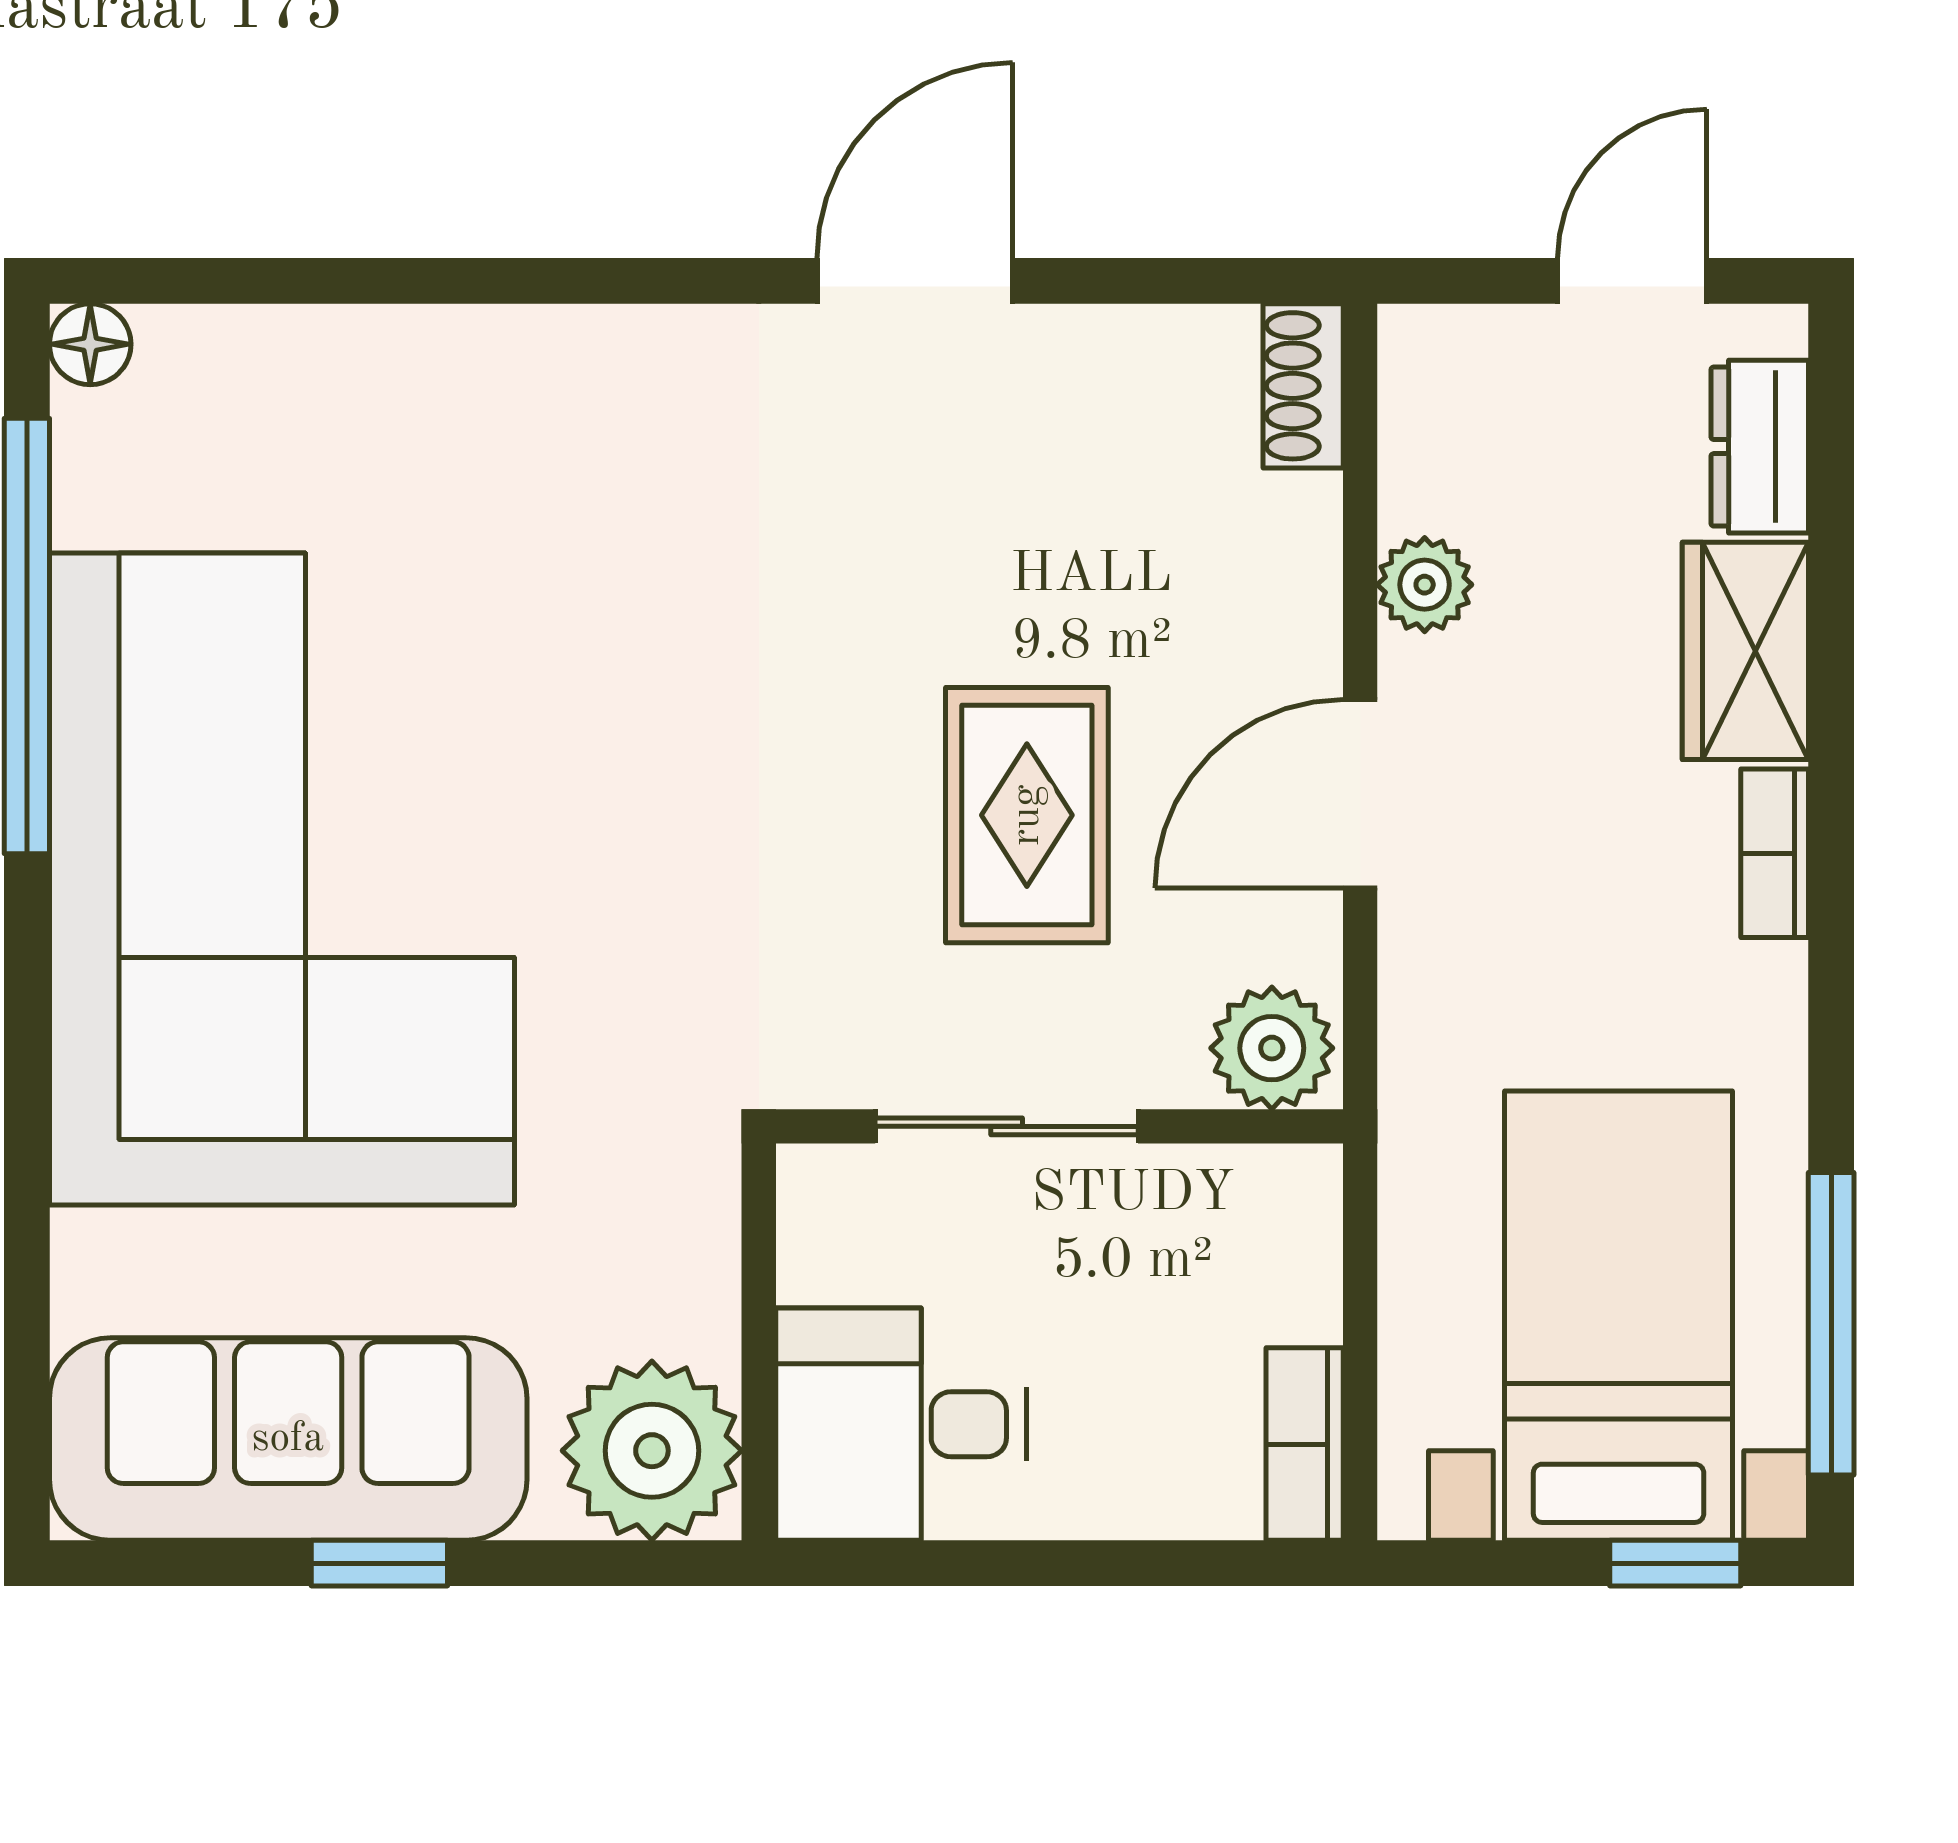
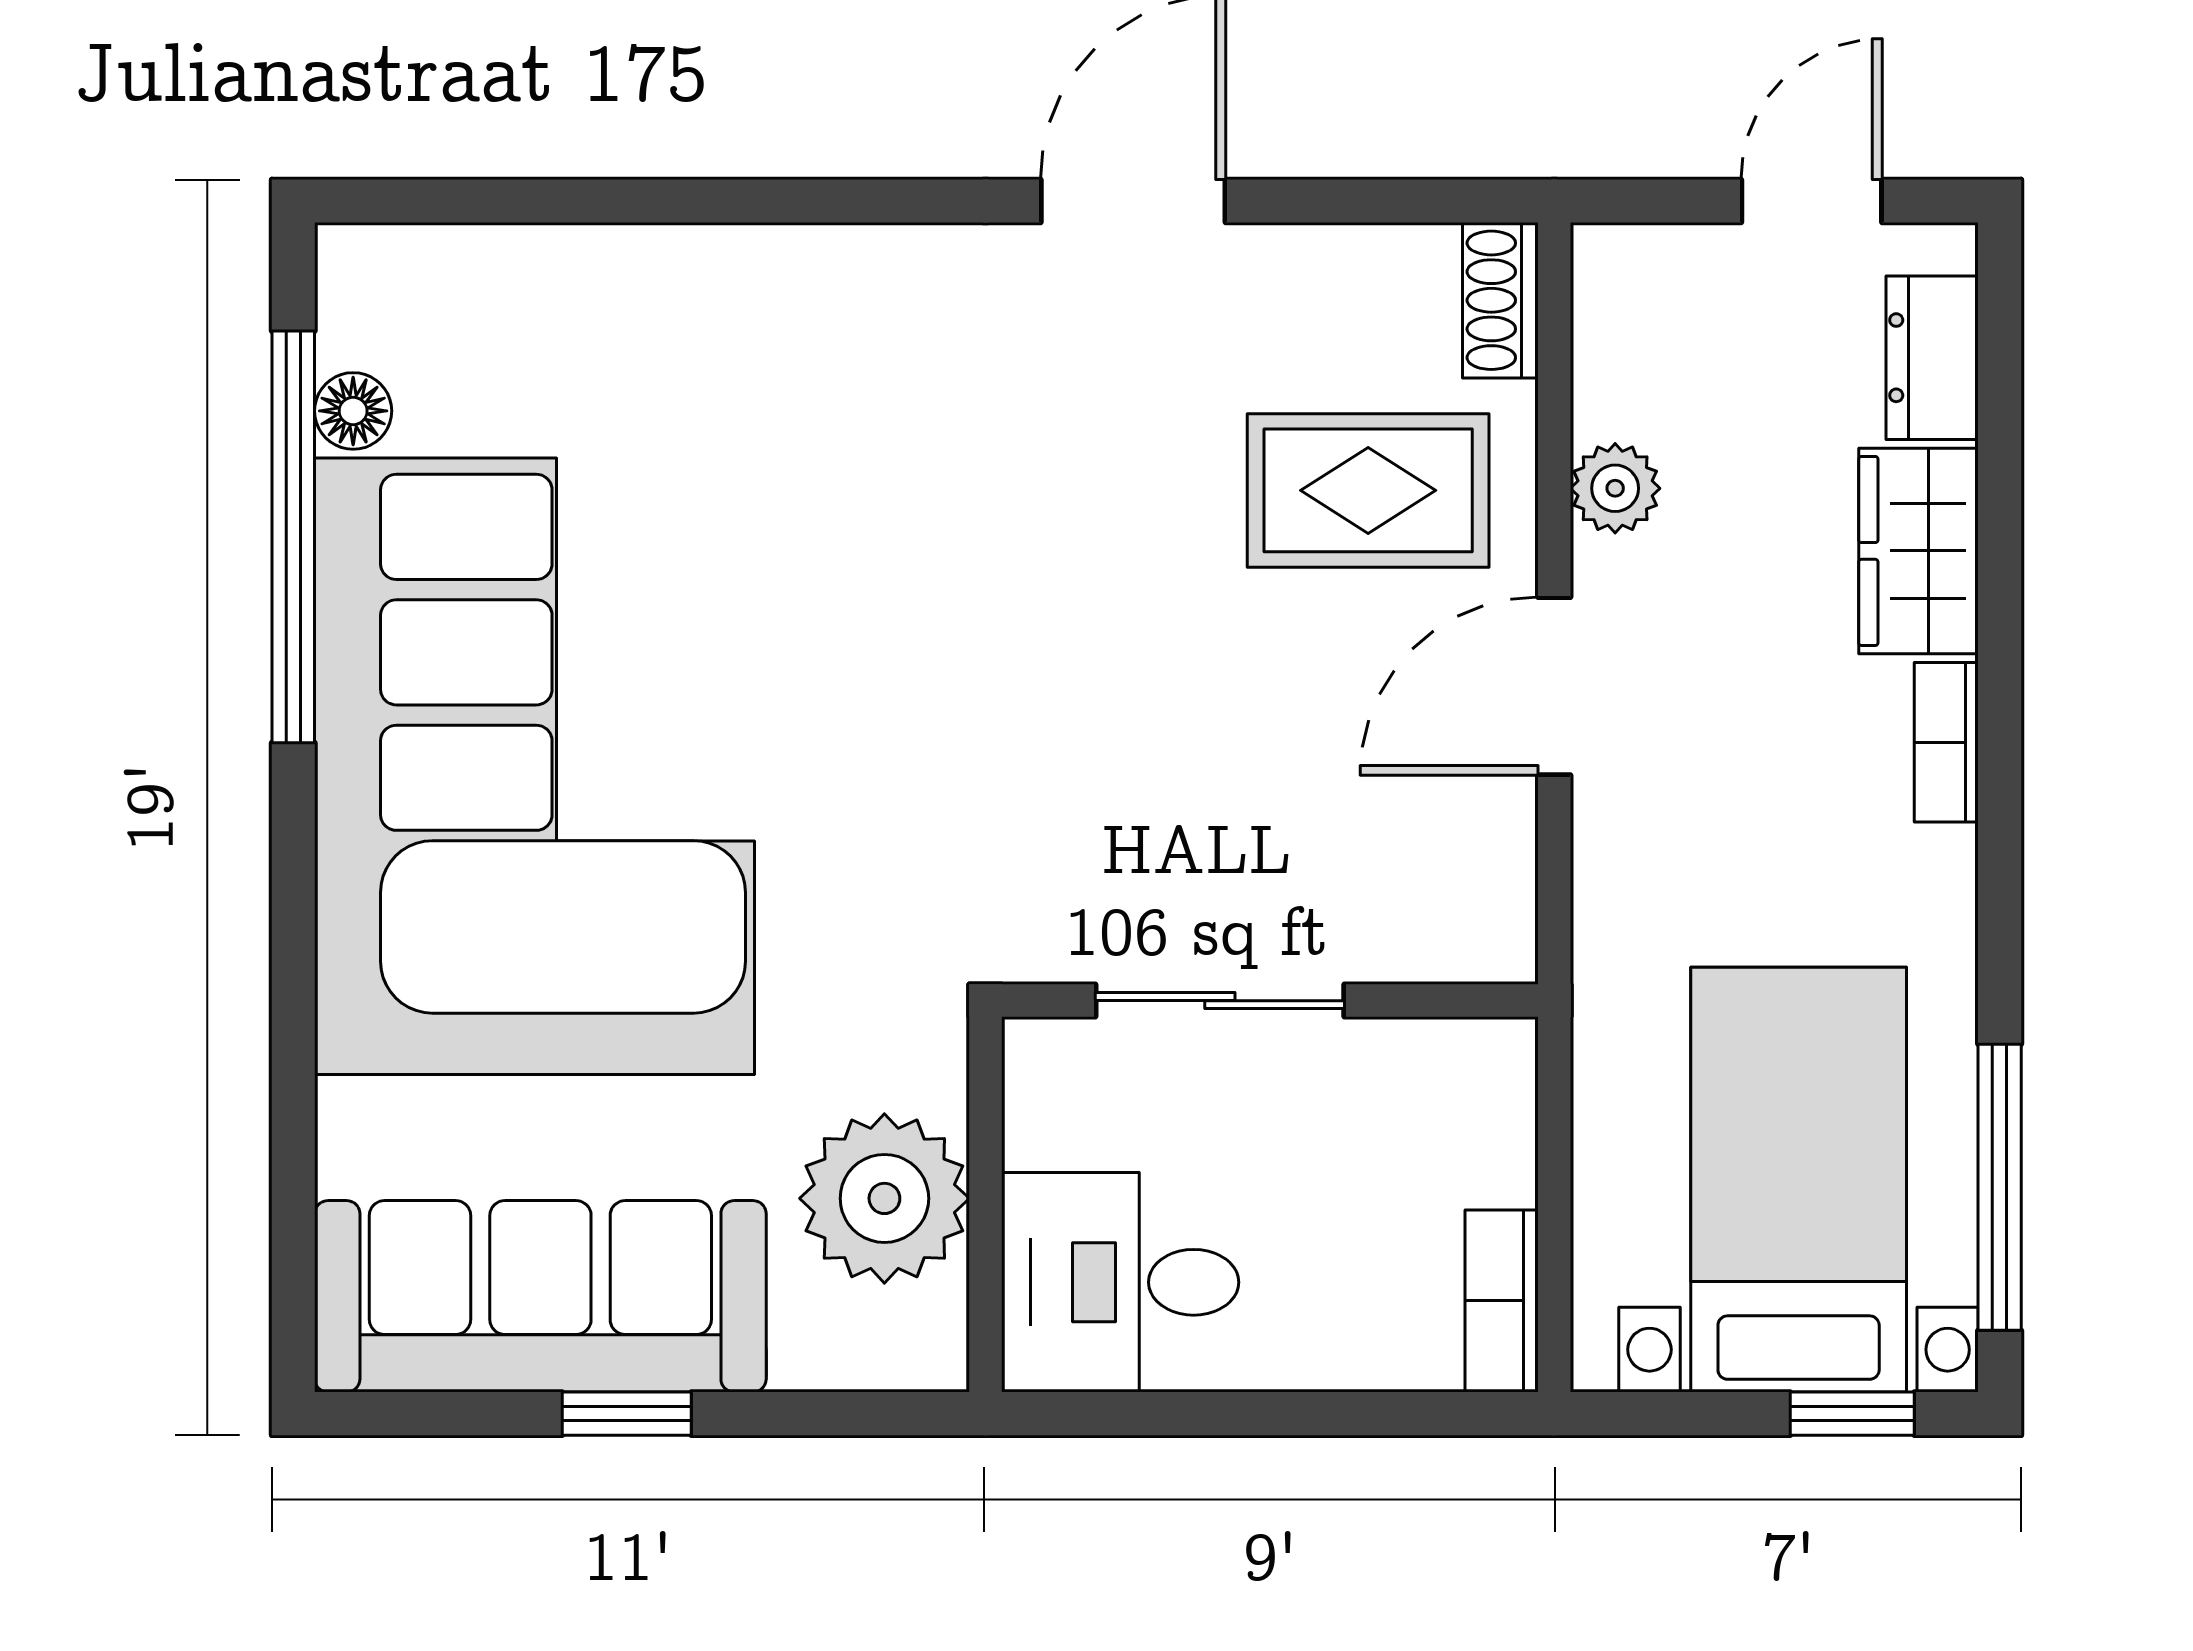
floor lamp: (90, 344) -> (353, 411), moved
rug: (1027, 815) -> (1368, 490), moved, turned 90
plant: (1272, 1048) -> (1471, 927), removed
plant: (652, 1451) -> (884, 1198), moved

